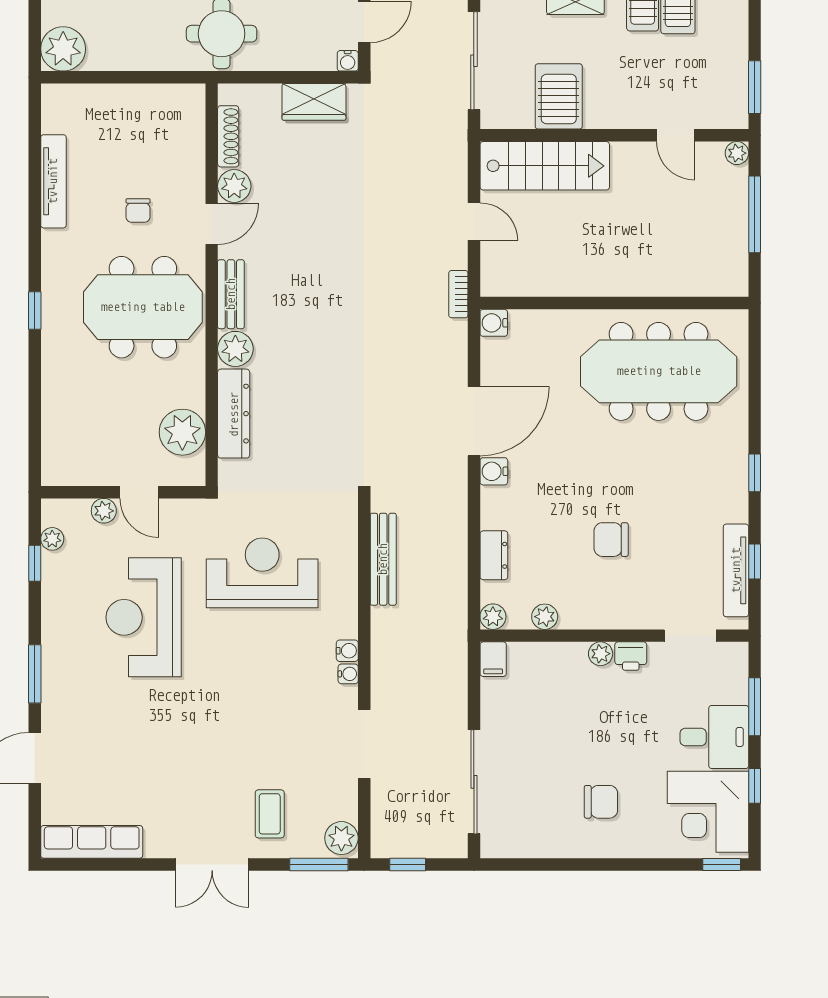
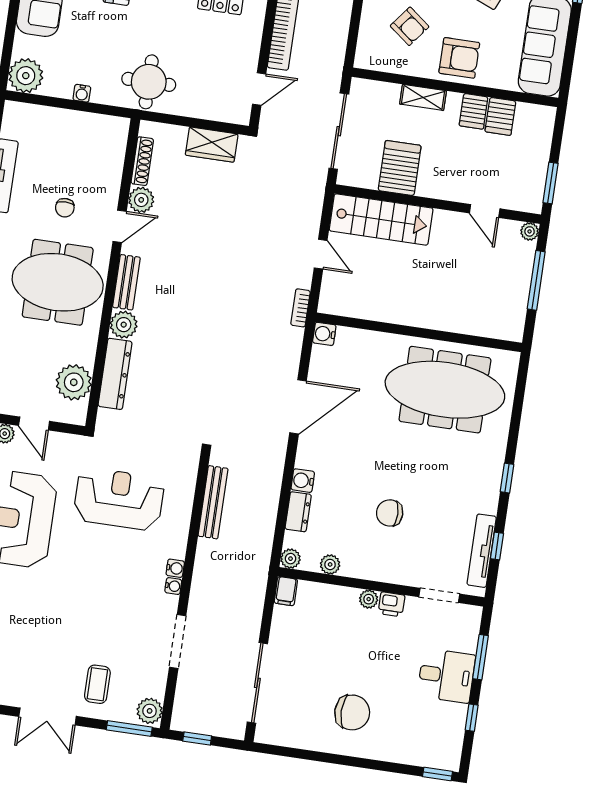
water cooler: (348, 61) -> (82, 93), moved
water cooler: (494, 471) -> (303, 481), moved
chair: (601, 802) -> (352, 712), width x1.37, depth x1.37
corner desk: (708, 812) -> (433, 732), removed

